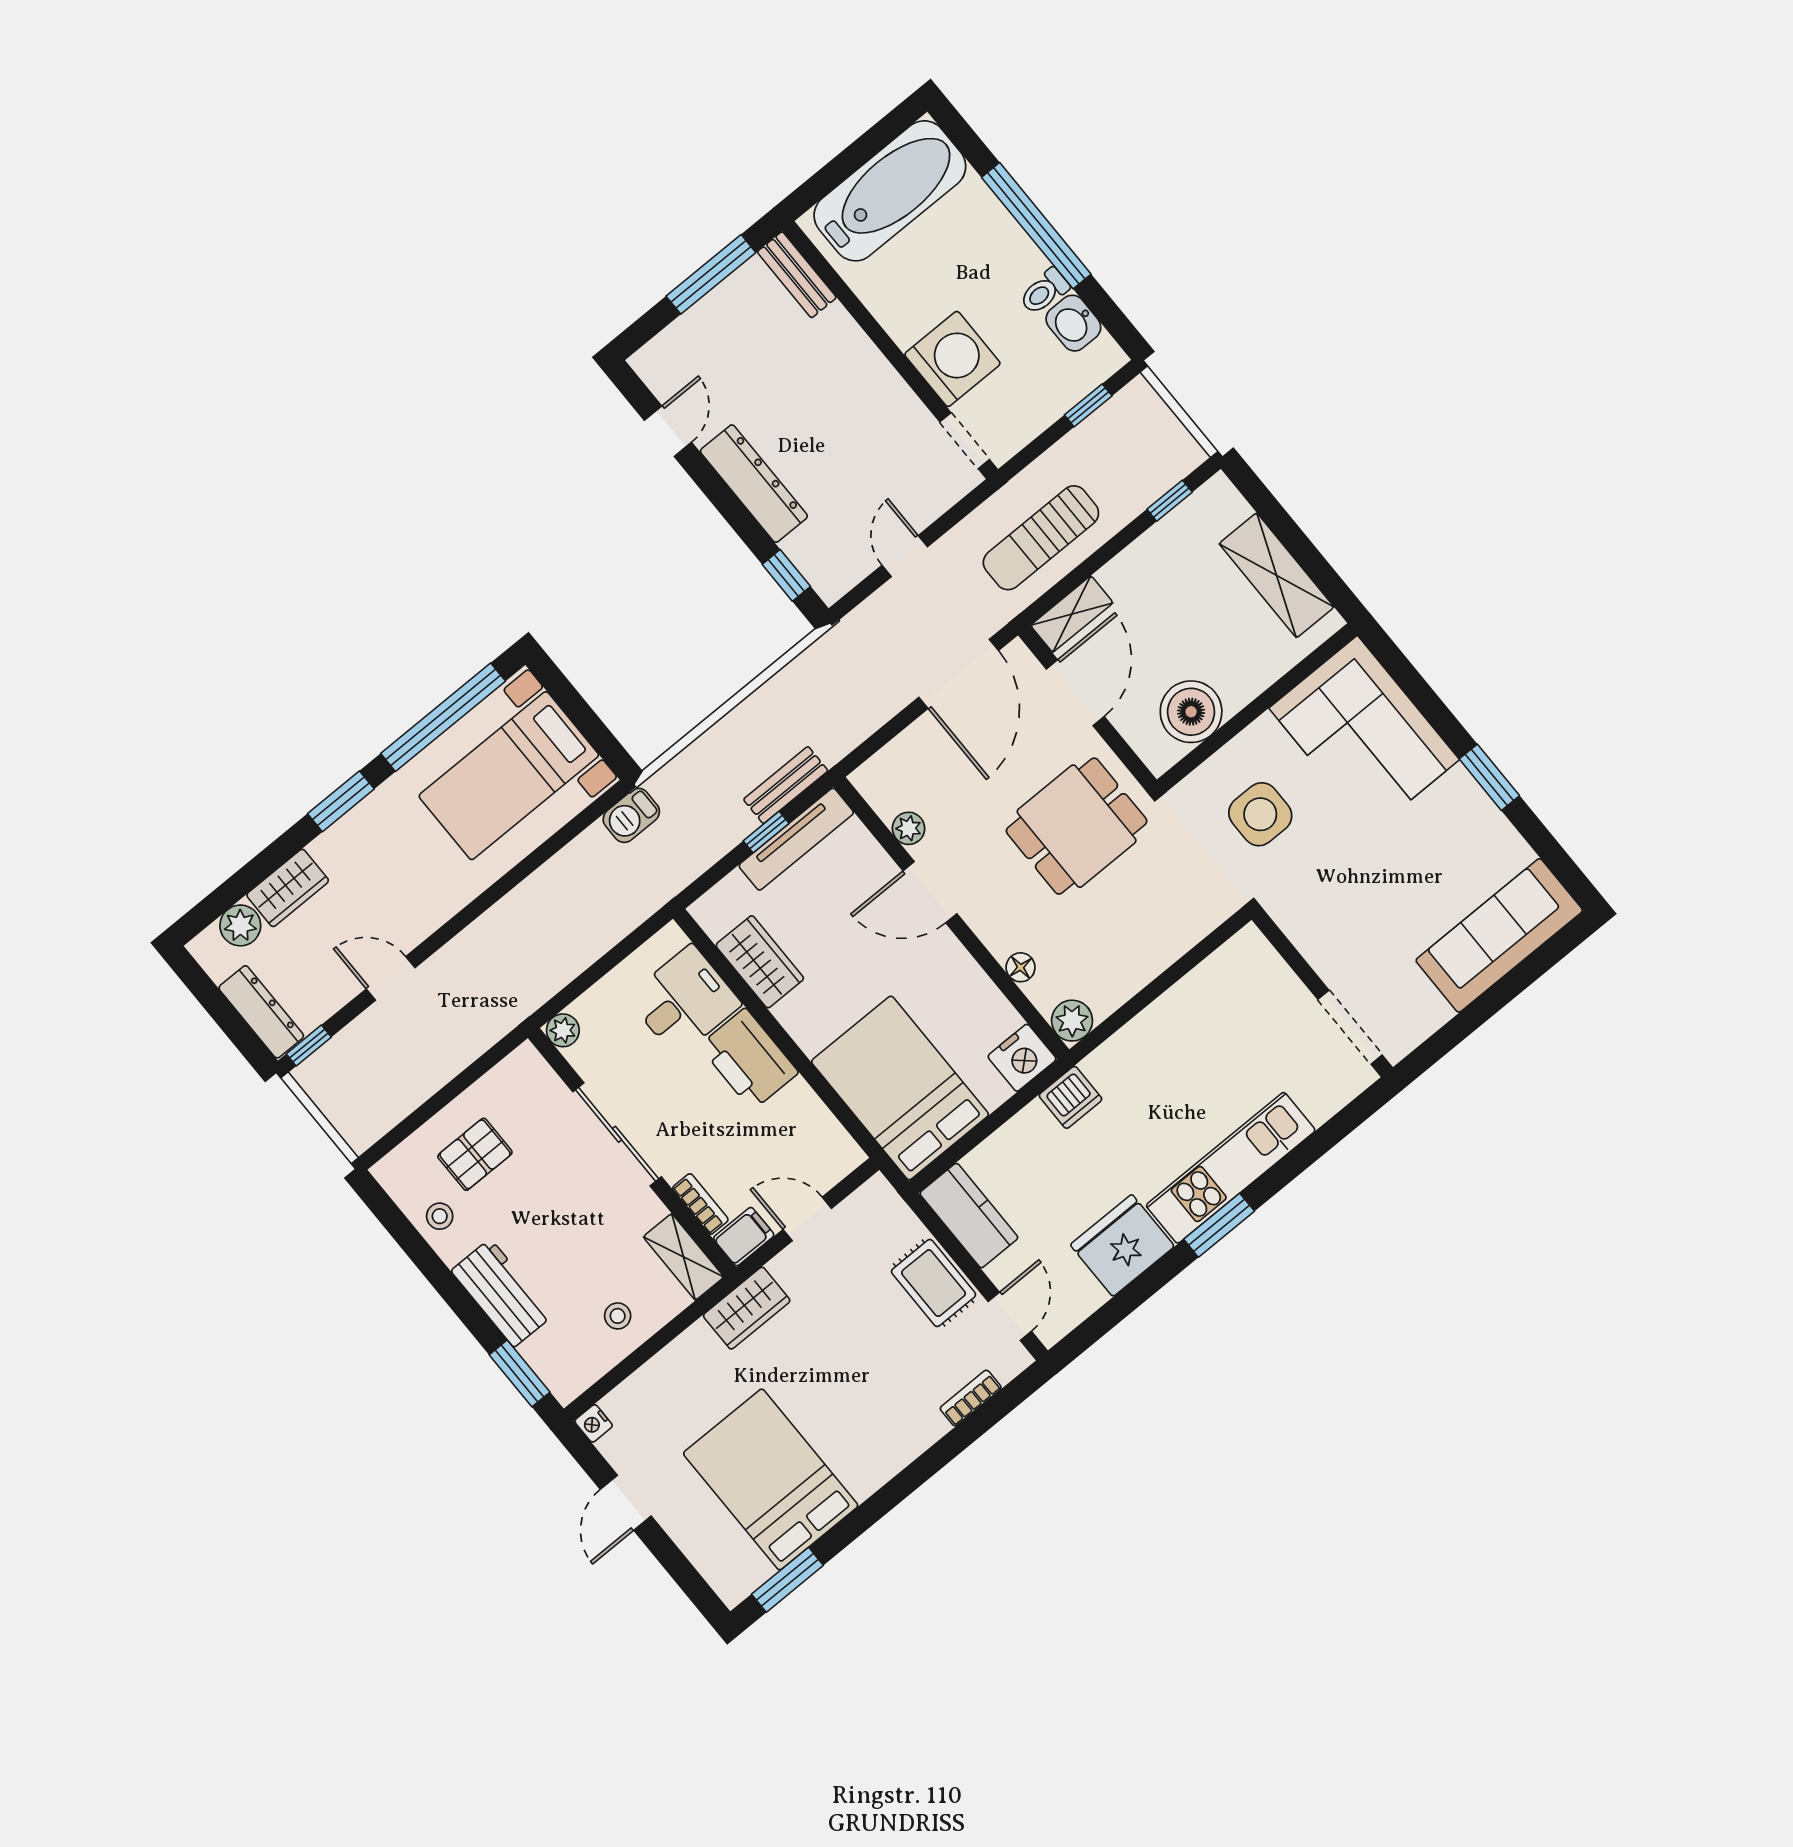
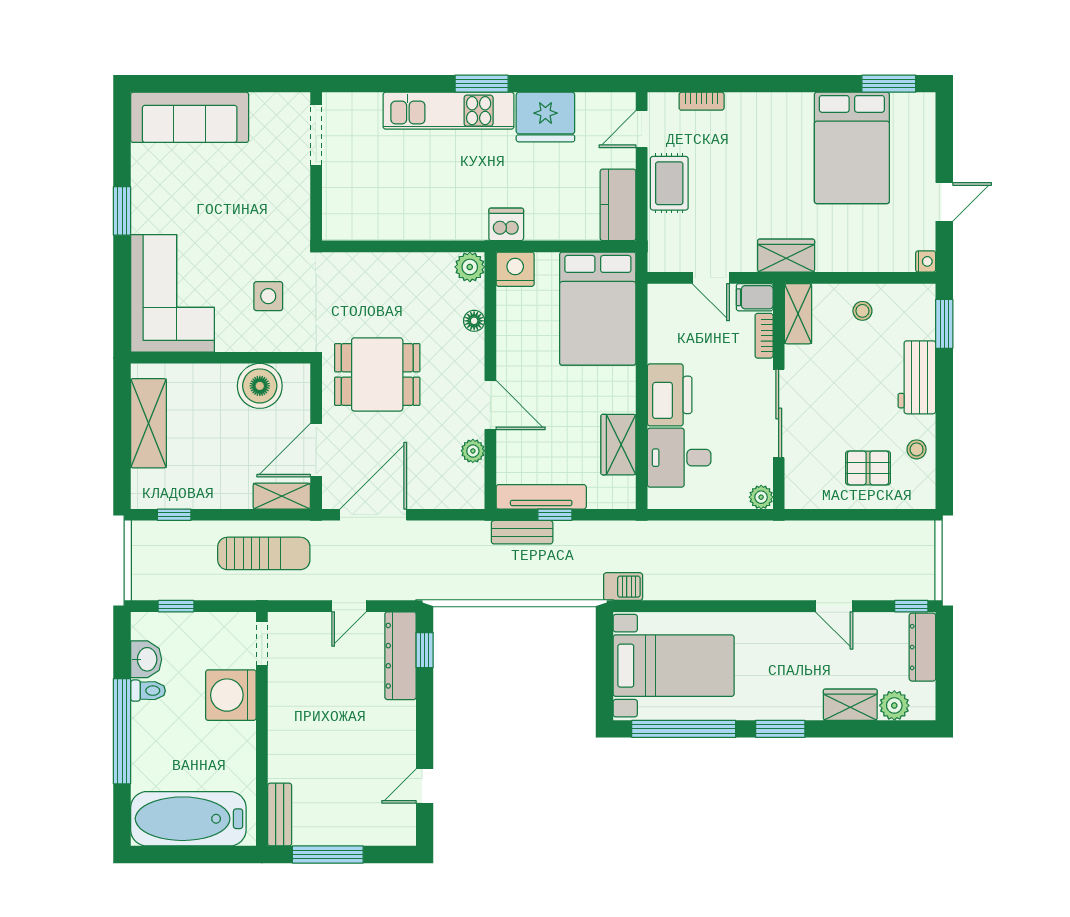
dresser: (754, 484) -> (400, 656), moved
side table: (1260, 814) -> (268, 296), width x0.73, depth x0.73

